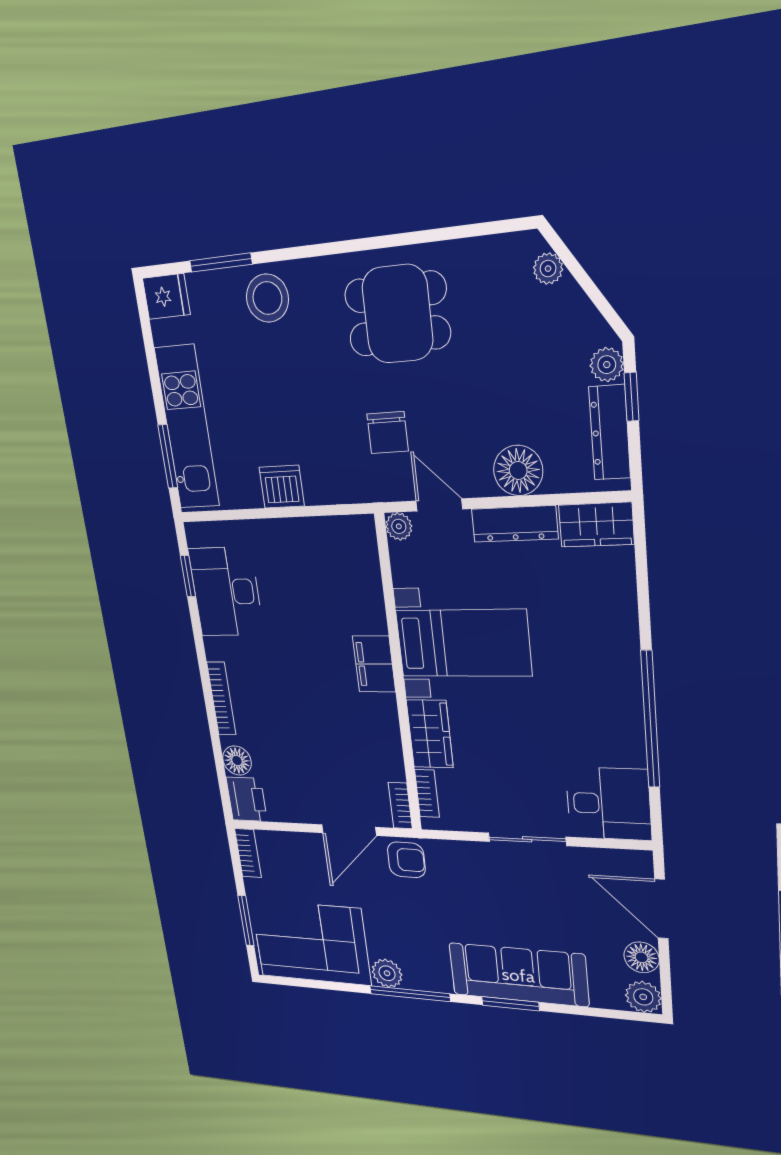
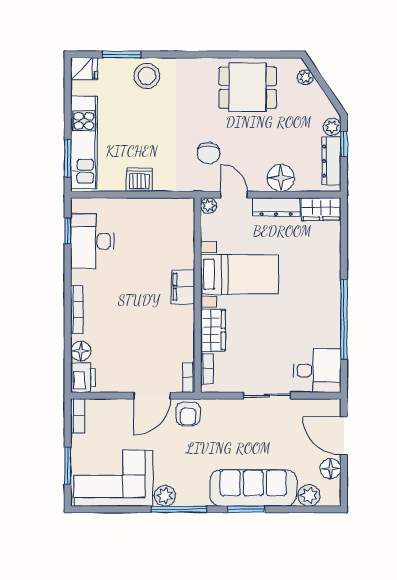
dining table: (397, 314) -> (248, 87), moved
armchair: (406, 860) -> (188, 414), turned 89
plant: (643, 997) -> (309, 495), moved

